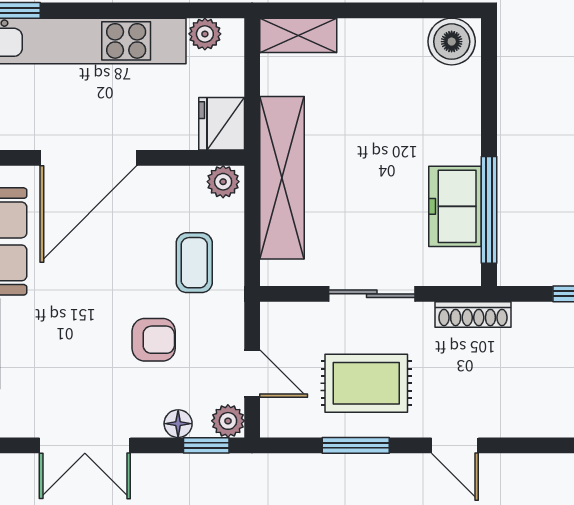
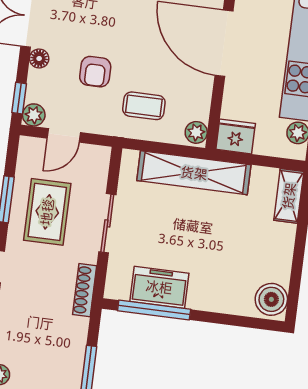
floor lamp: (178, 424) -> (39, 59), moved

